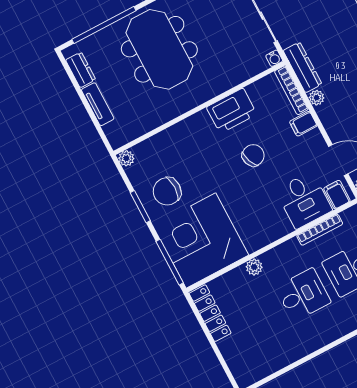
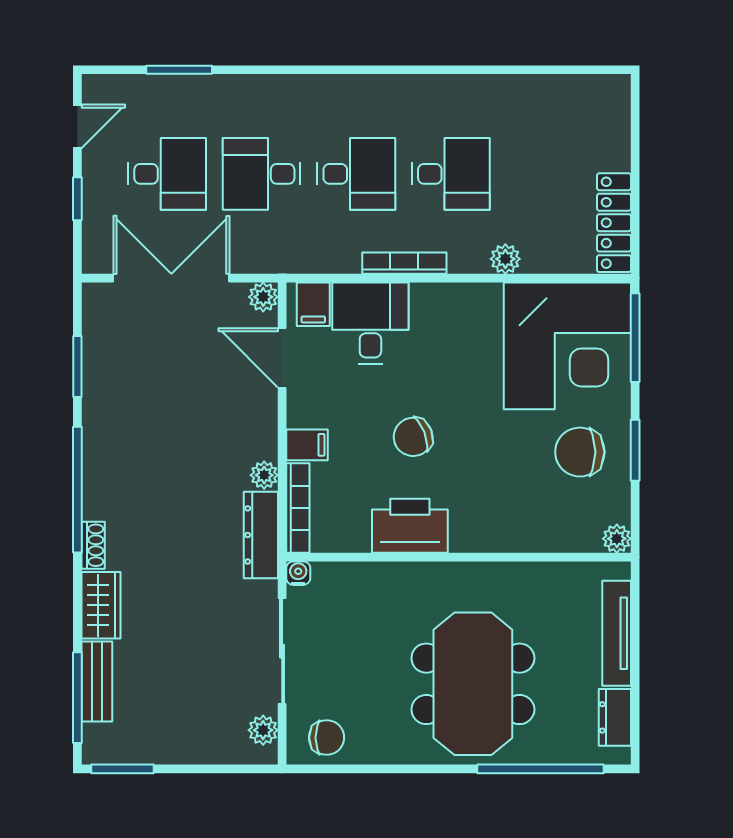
tv unit: (98, 104) -> (617, 633), width x1.41
chair: (167, 191) -> (580, 452), turned 180
bookcase: (320, 230) -> (404, 263), moved
desk: (303, 295) -> (451, 174), turned 180

